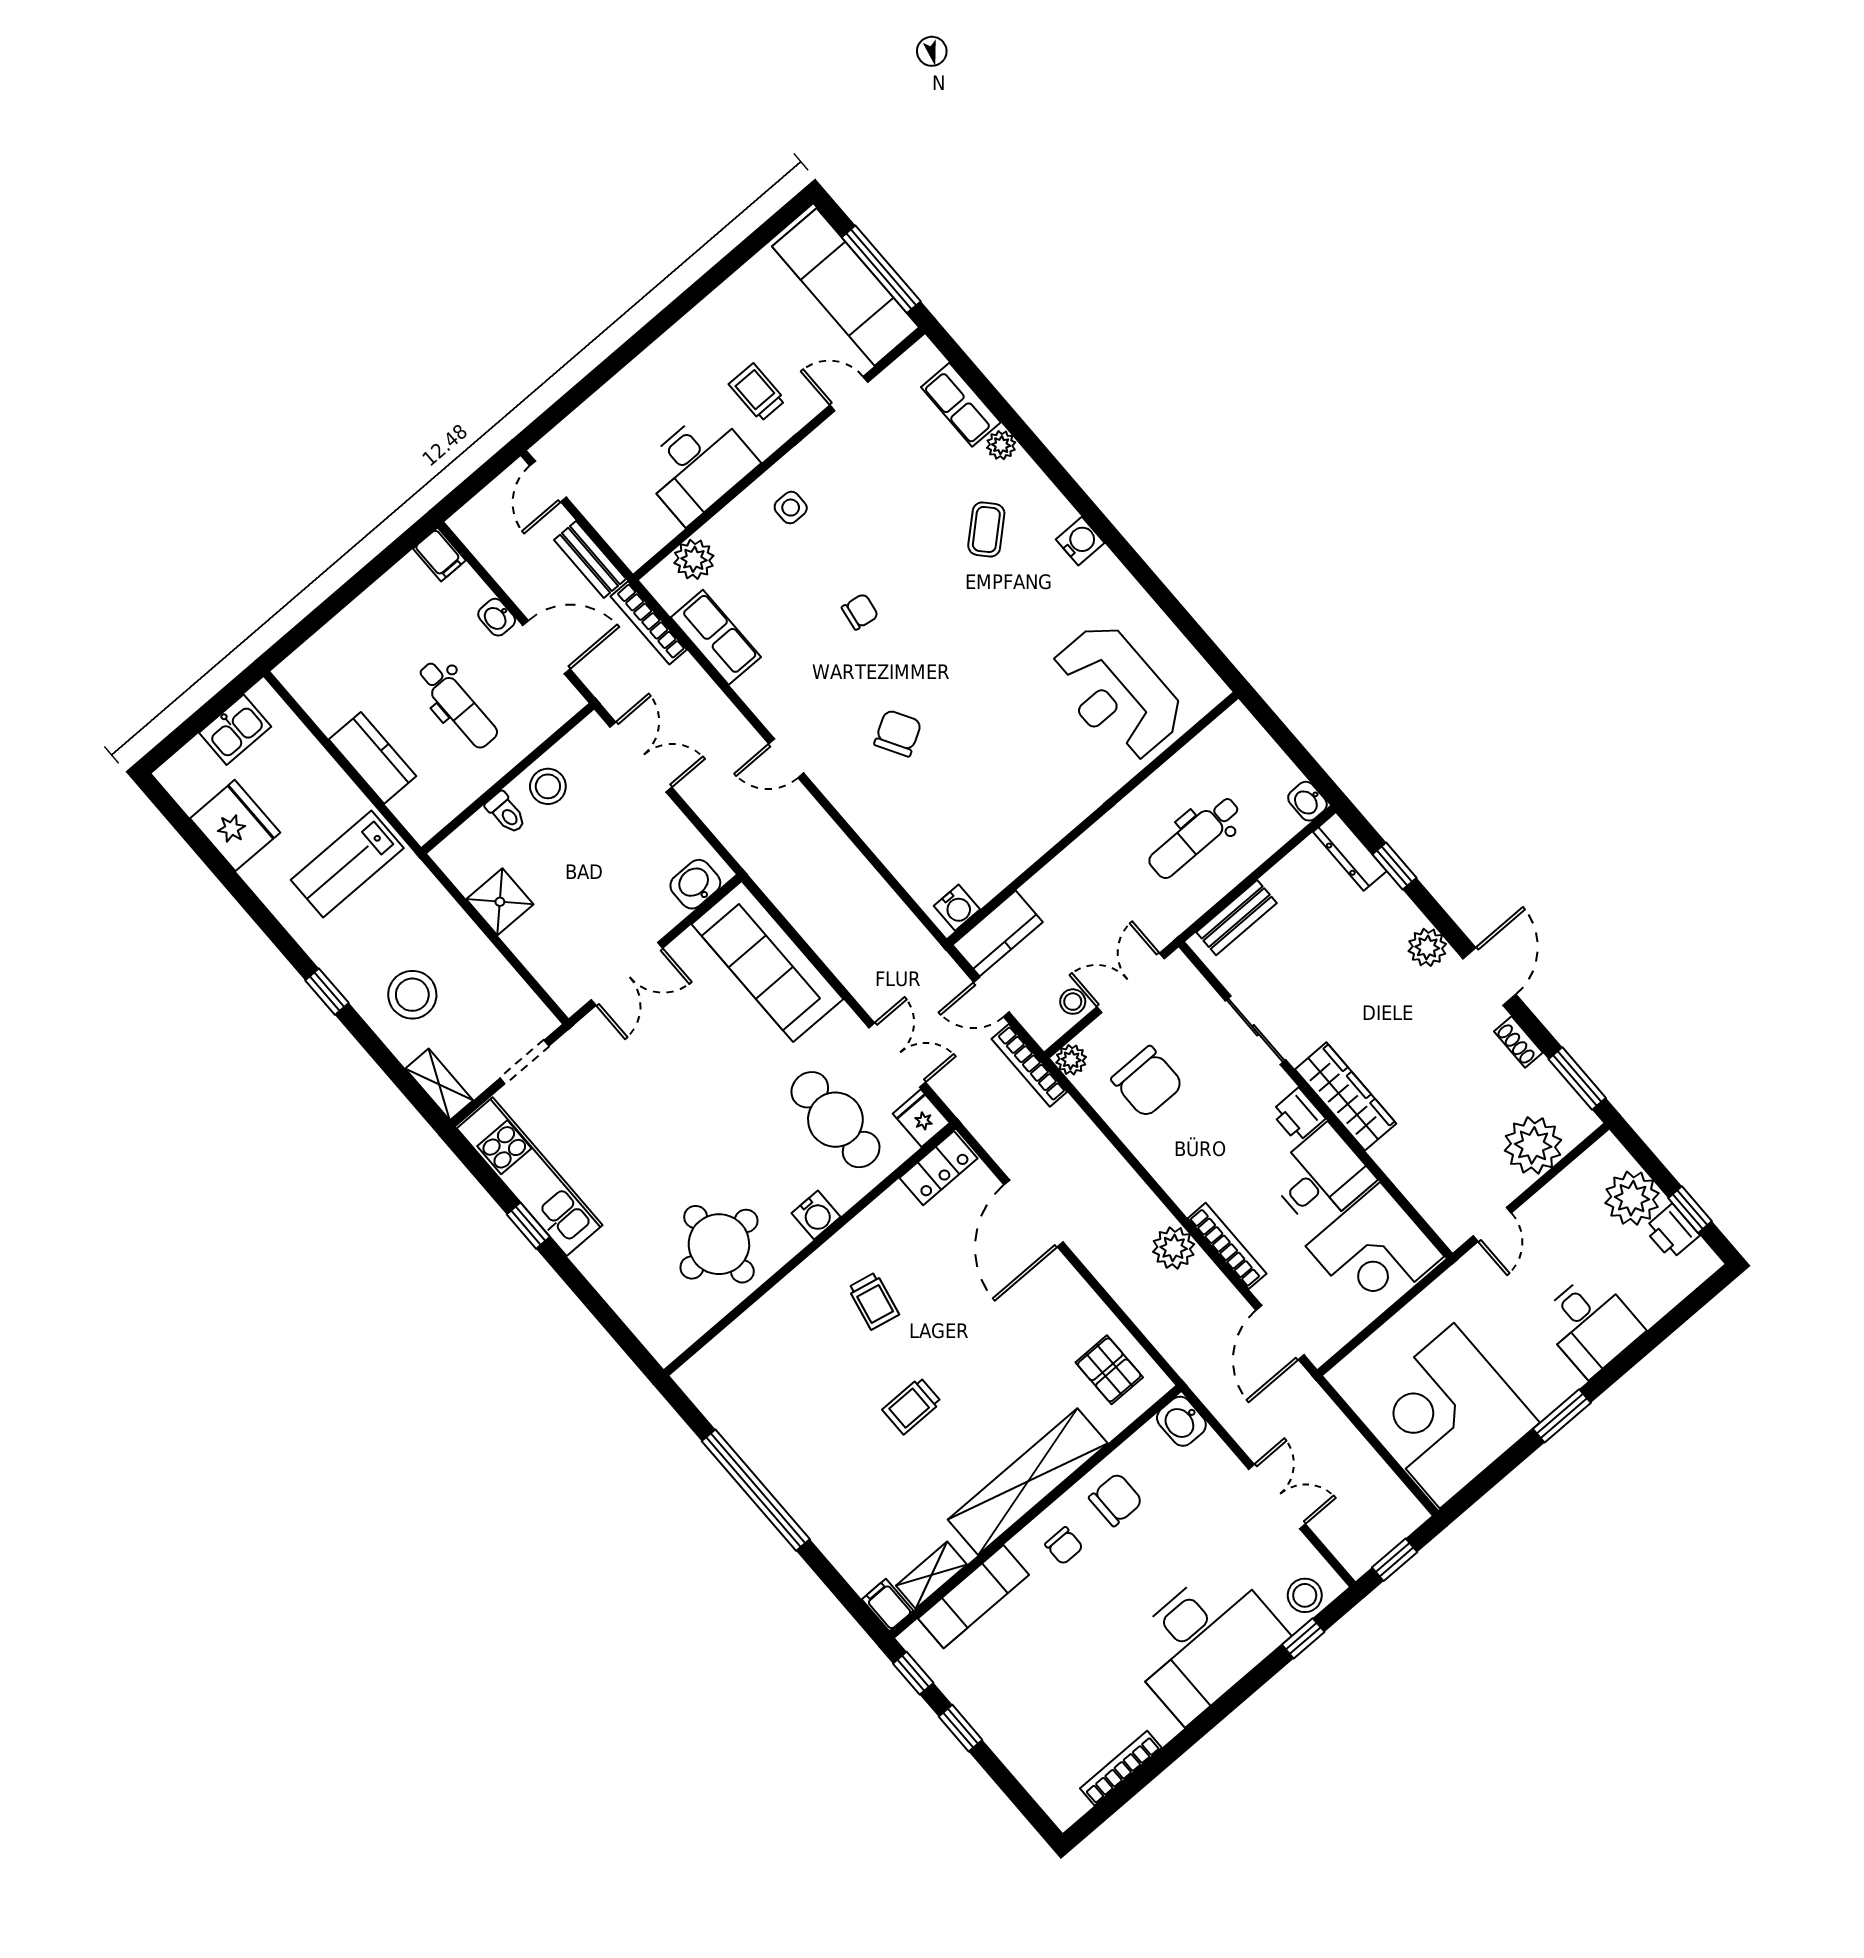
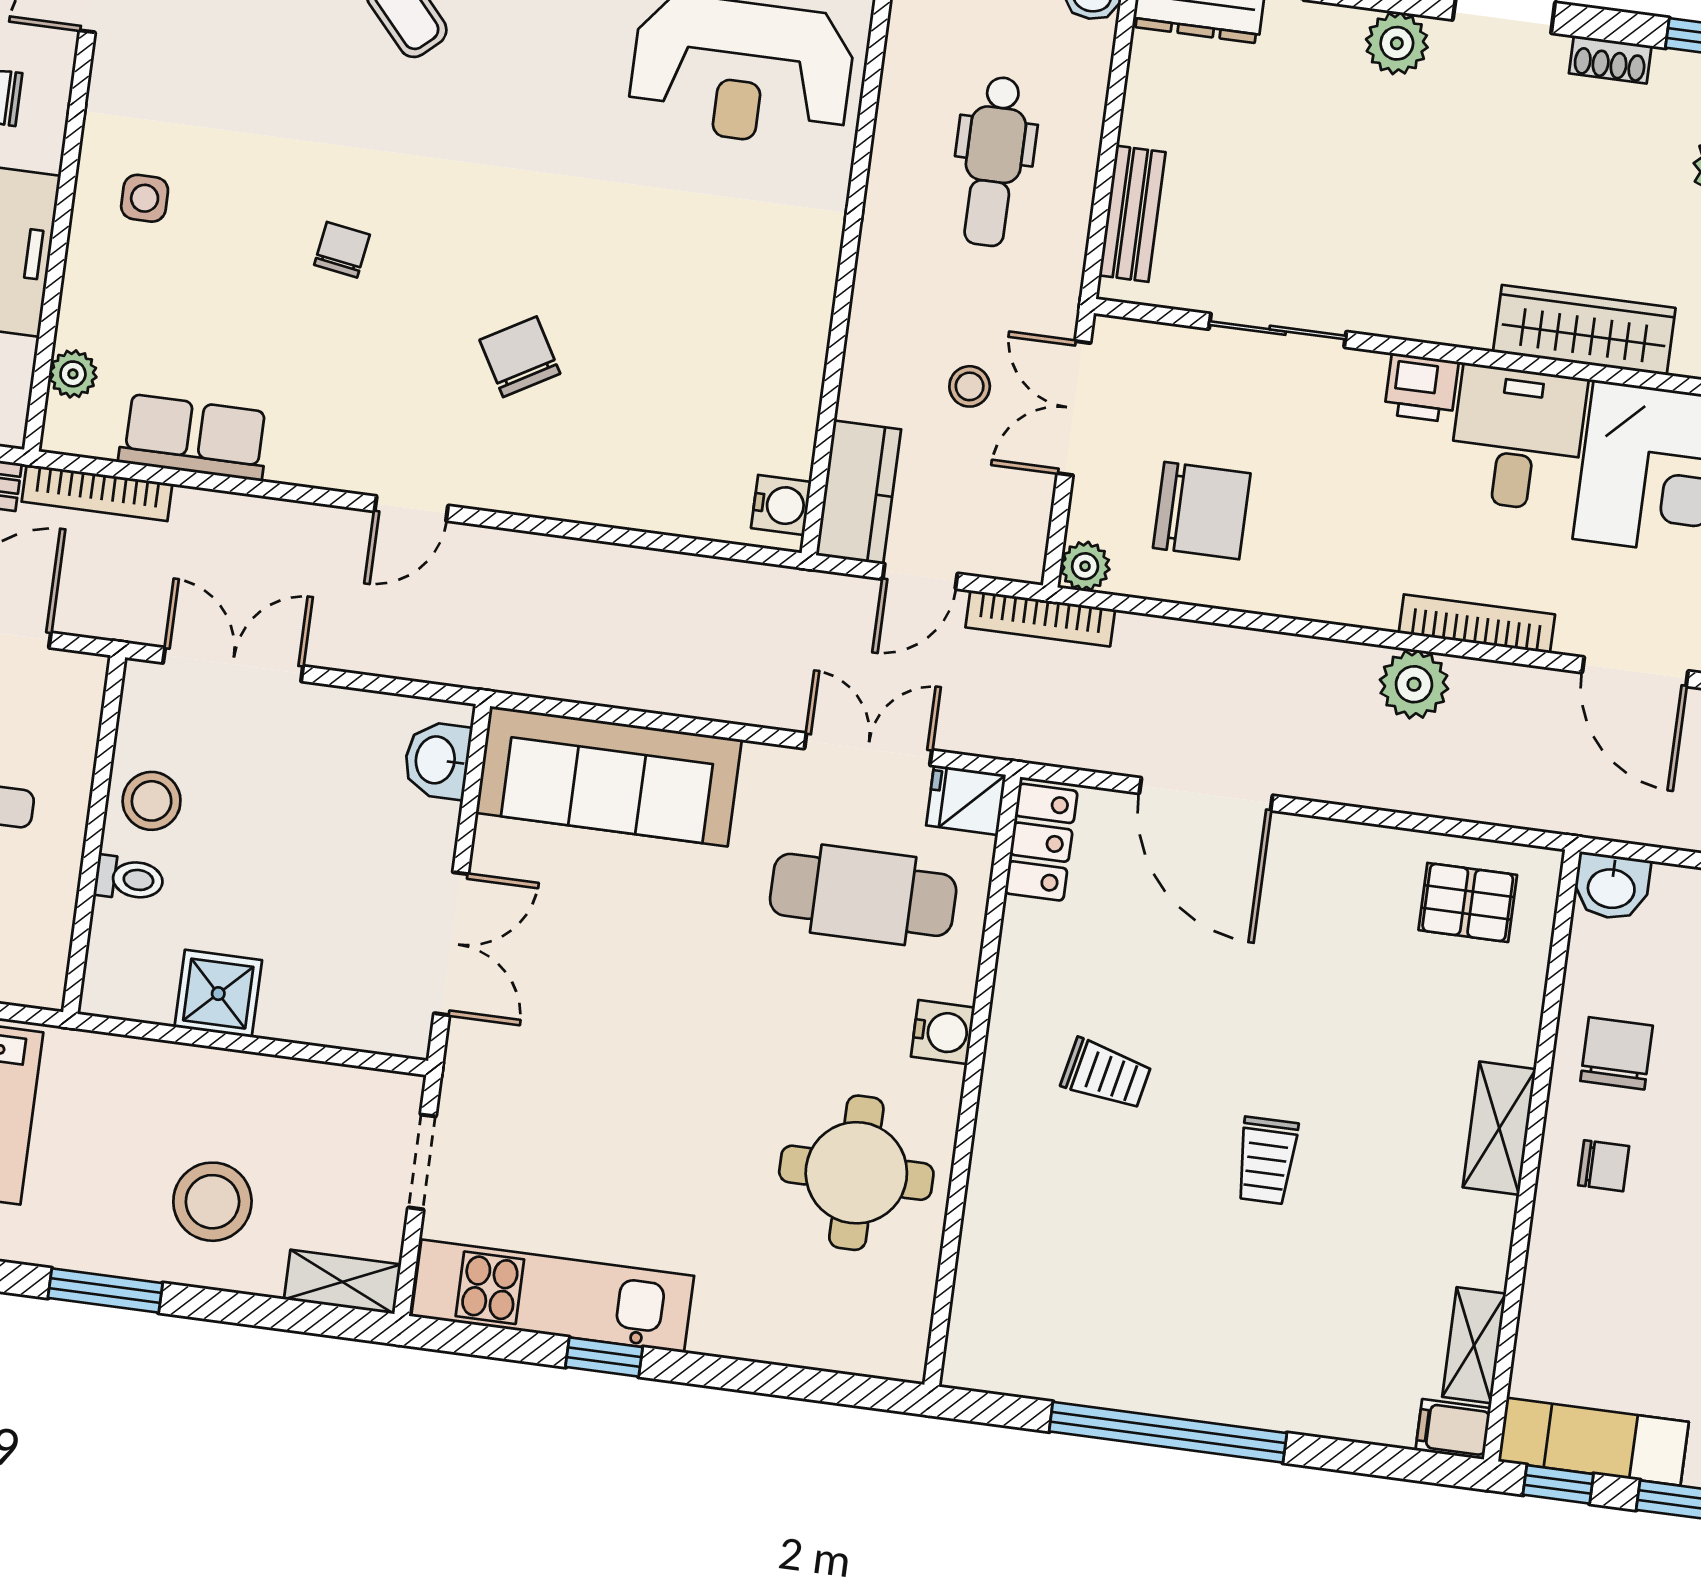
plant: (694, 559) -> (73, 374), width x0.73, depth x0.73
window: (327, 992) -> (105, 1291), width x1.50
stool: (1073, 1002) -> (970, 386), moved
wardrobe: (1346, 1096) -> (1584, 330), moved
shelving: (1028, 1482) -> (1499, 1128), width x0.45, depth x0.75
exam couch: (974, 1597) -> (1593, 1442), moved, turned -90

